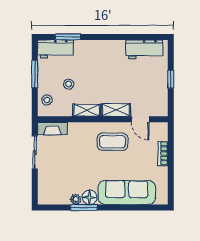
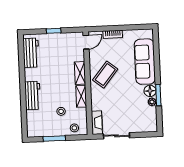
window: (68, 37) -> (24, 114), removed
workbench: (55, 49) -> (33, 96), moved
door: (140, 119) -> (86, 42), moved
coffee table: (113, 142) -> (105, 75), turned 39

